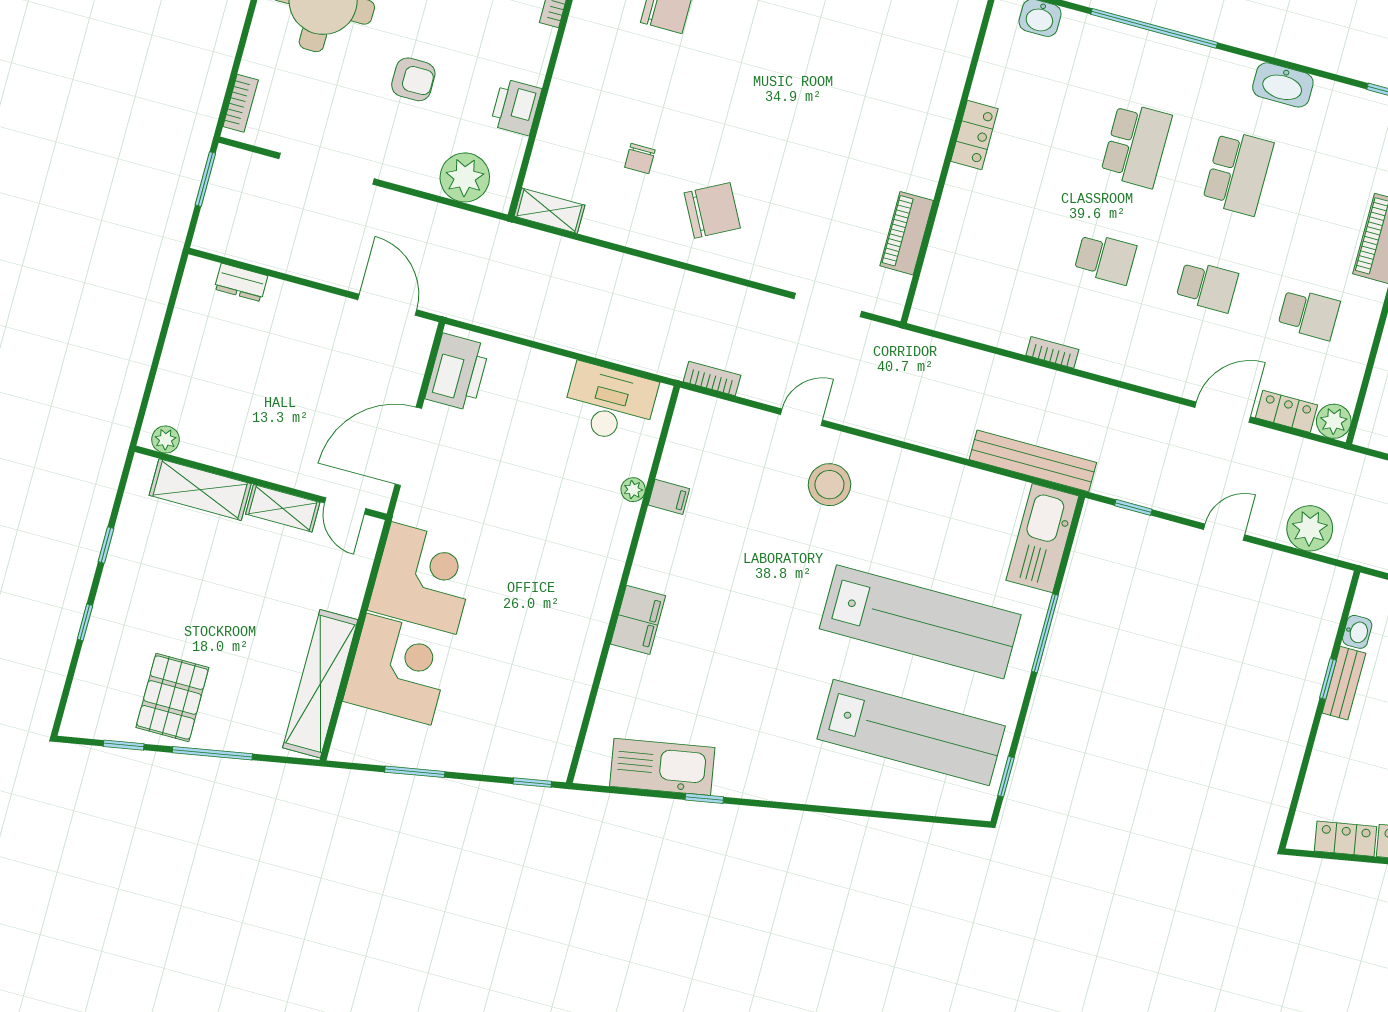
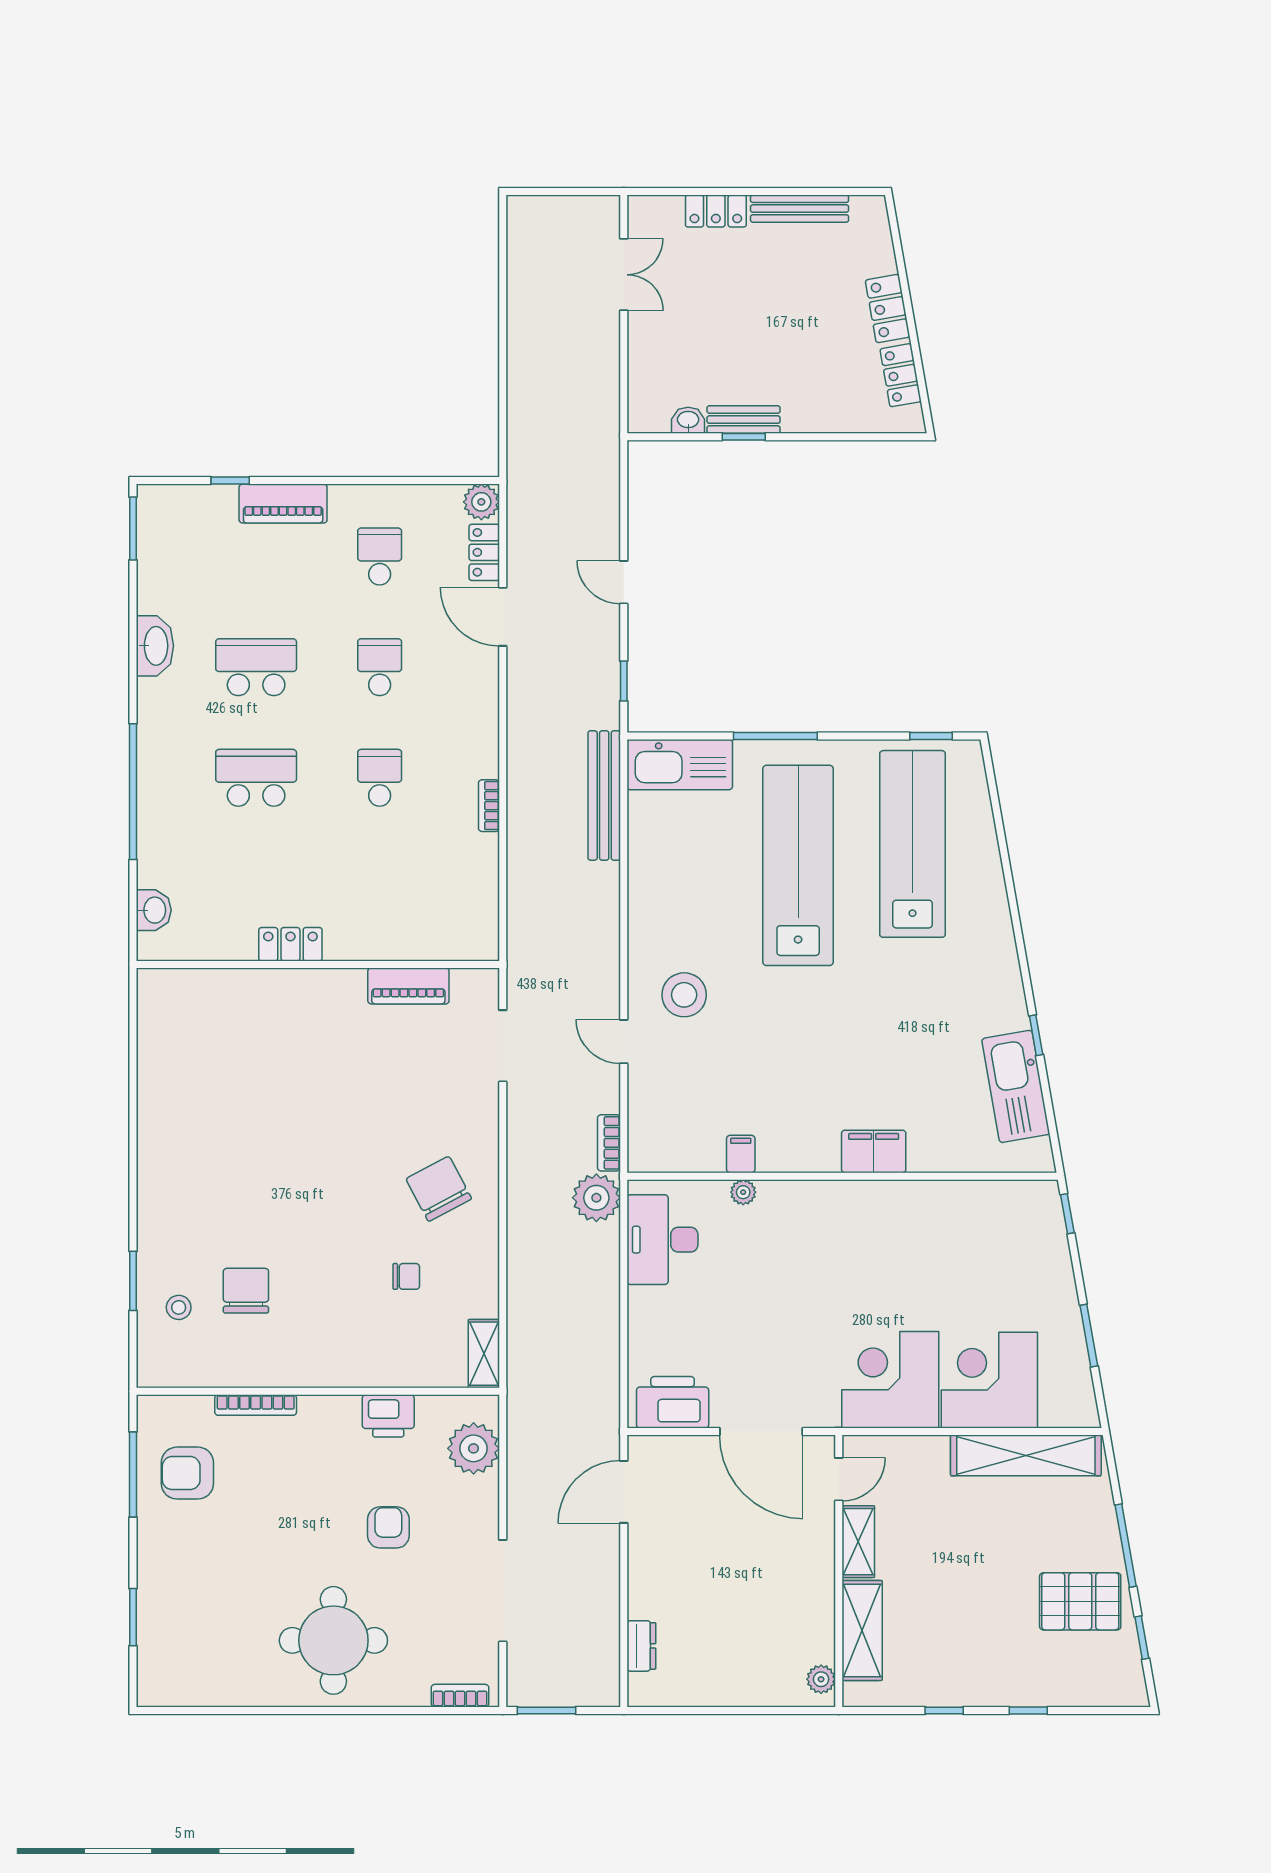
plant: (1310, 528) -> (596, 1198), moved

